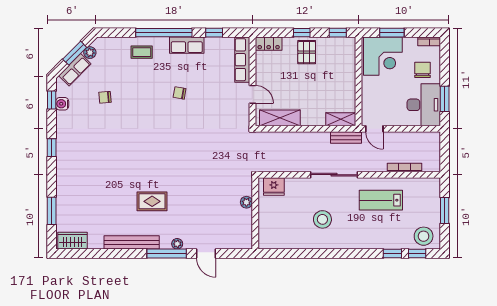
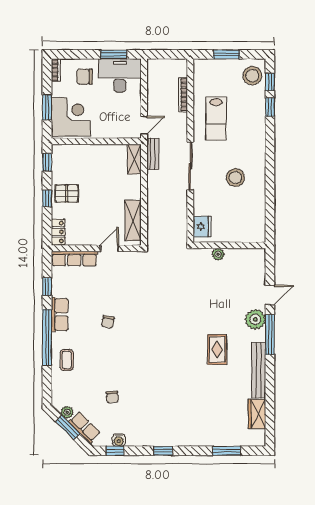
wardrobe: (73, 241) -> (257, 414), moved
plant: (177, 244) -> (255, 319), width x1.87, depth x1.87

